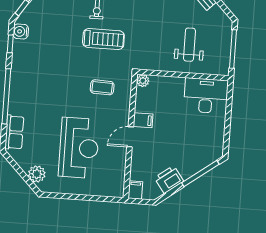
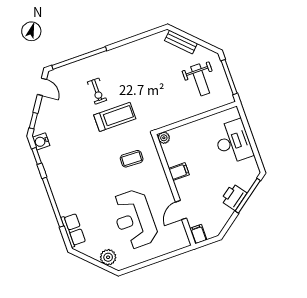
weight bench: (189, 45) -> (200, 80), moved, turned 180
desk: (206, 96) -> (233, 142), moved, turned 90
door: (130, 137) -> (181, 210), moved
reception desk: (79, 148) -> (134, 219), turned 180
printer: (169, 179) -> (234, 197), moved

